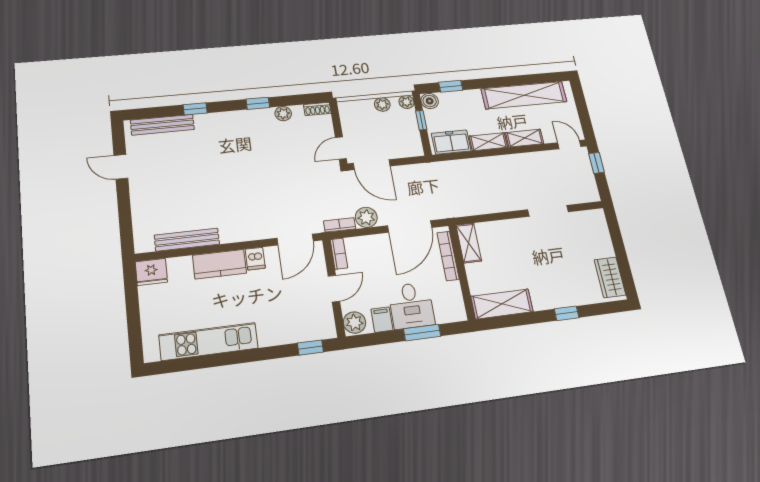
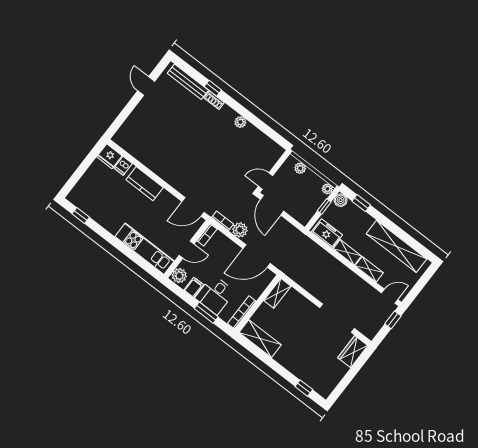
window: (258, 103) -> (248, 115), removed
plant: (382, 104) -> (300, 168), moved
shoe rack: (317, 109) -> (214, 100), moved
plant: (283, 114) -> (240, 122), moved
door: (569, 145) -> (390, 296), hinge flipped
doorway: (548, 211) -> (337, 318), width x1.36
bench: (187, 240) -> (141, 156), removed
bookcase: (448, 256) -> (242, 312), moved
dishwasher: (255, 259) -> (123, 166), moved
wardrobe: (610, 277) -> (353, 352), moved
window: (567, 313) -> (304, 388), moved
kitchen unit: (209, 341) -> (145, 249), moved
window: (310, 348) -> (81, 216), moved

